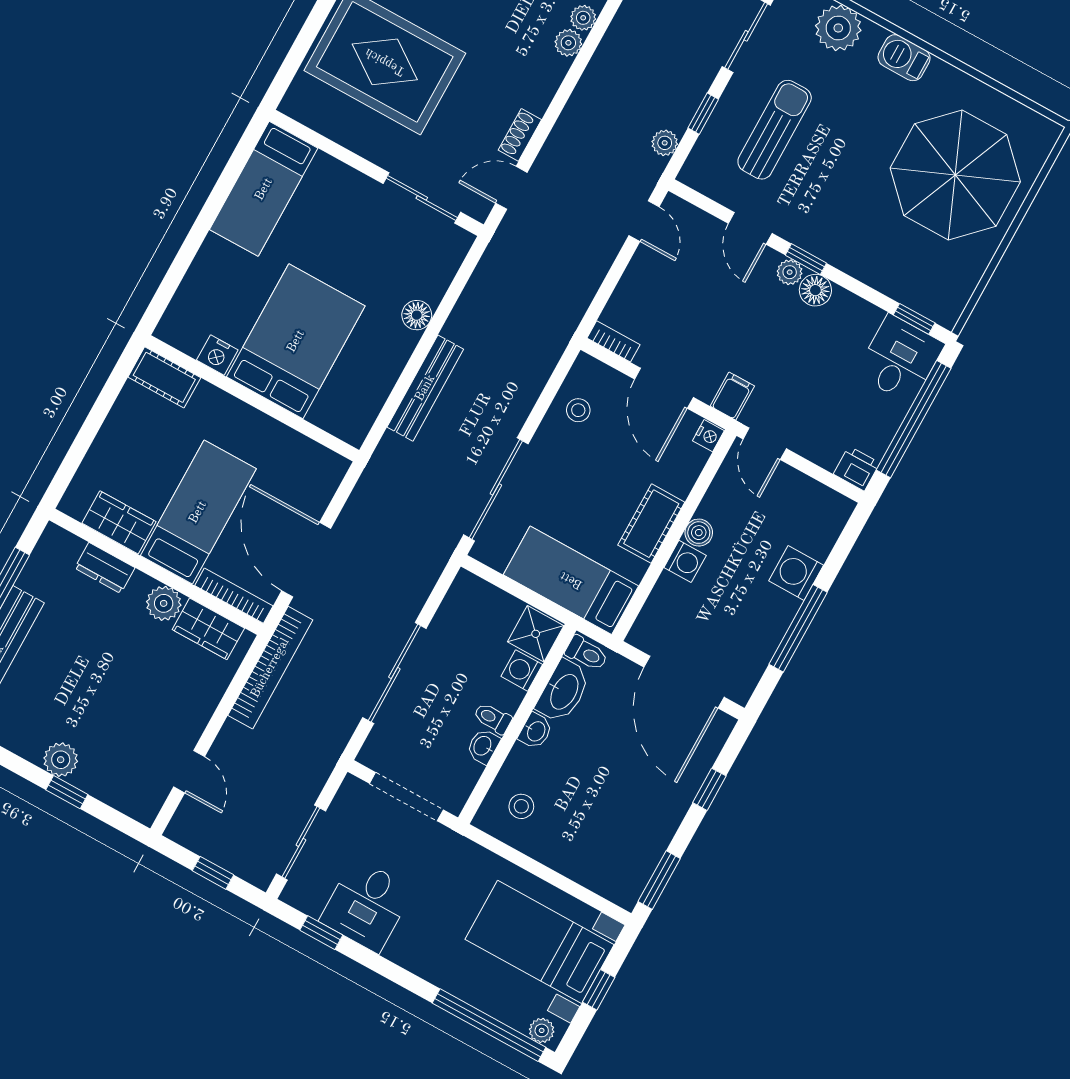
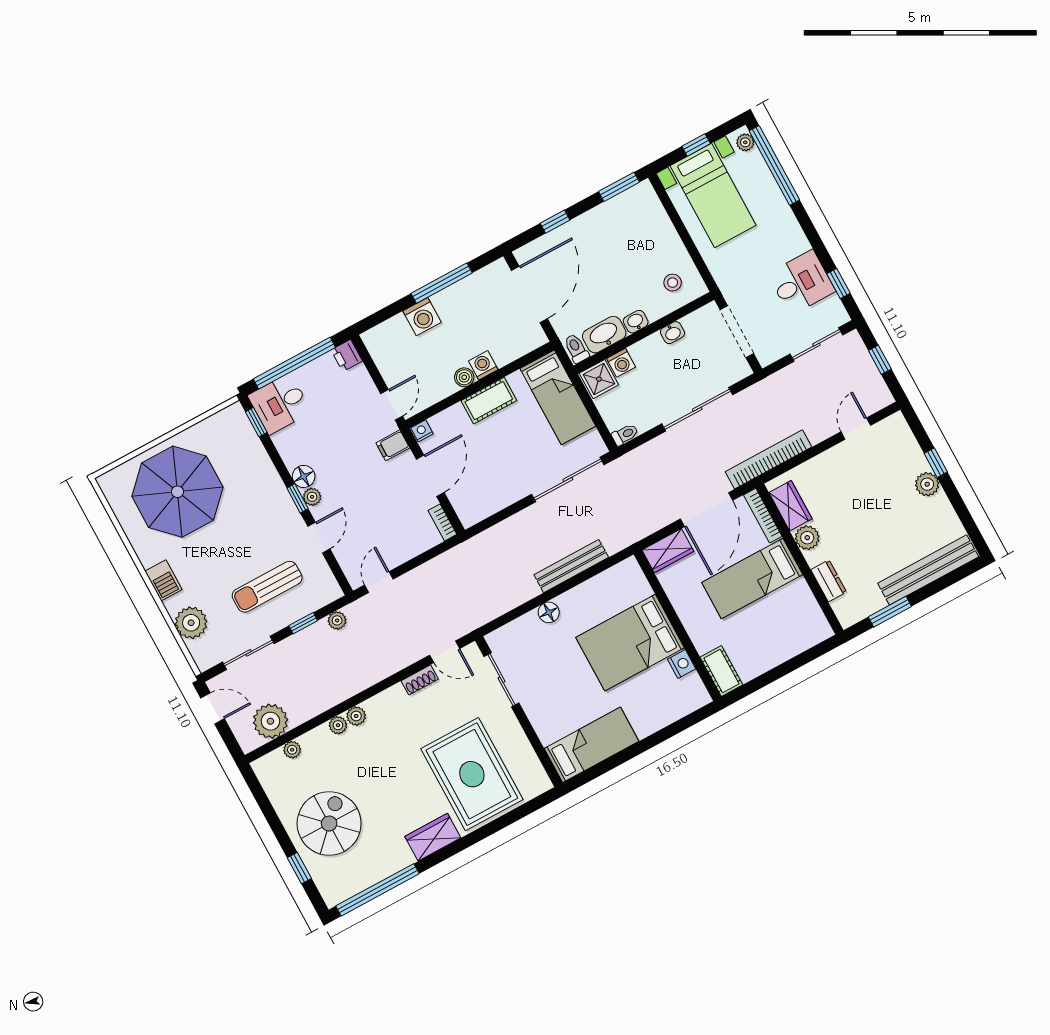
stool: (578, 410) -> (489, 495), removed
wardrobe: (119, 522) -> (668, 551), moved, turned -90
toilet: (493, 718) -> (625, 434), moved, turned -90

